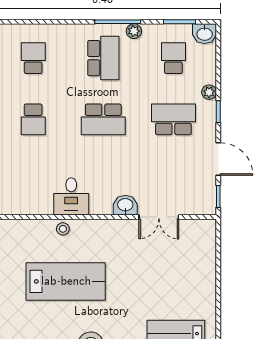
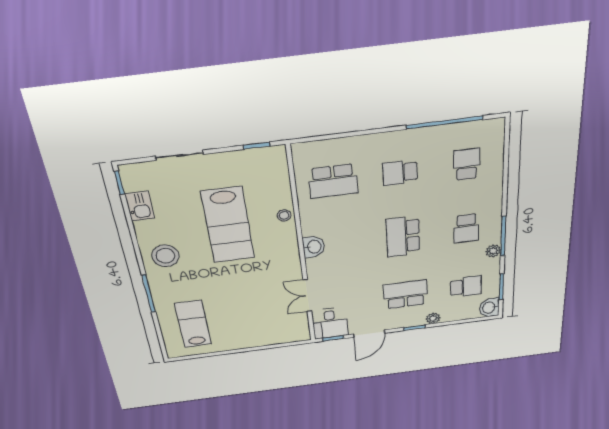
school desk: (33, 58) -> (467, 164), turned -90
school desk: (103, 58) -> (466, 228), width x0.54
school desk: (173, 119) -> (406, 294), turned -90
school desk: (33, 181) -> (333, 181), added
desk: (71, 196) -> (330, 323), moved, turned -90
washbasin: (125, 205) -> (314, 247), moved

